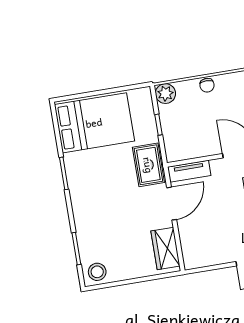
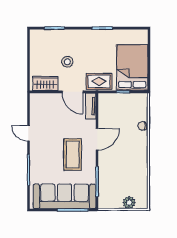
plant: (165, 94) -> (141, 99), removed
bed: (94, 123) -> (132, 68), moved, turned 180
stool: (97, 272) -> (67, 62), moved

